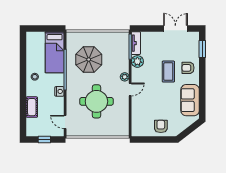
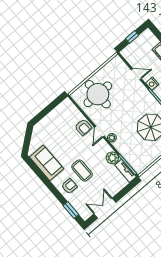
double door: (175, 28) -> (105, 208), swing flipped
round table: (96, 101) -> (98, 94), moved
door: (65, 122) -> (136, 74), moved
armchair: (161, 126) -> (83, 127), moved

